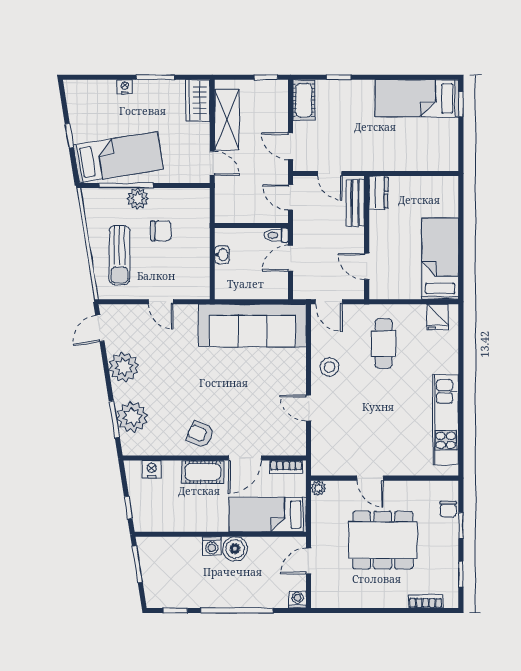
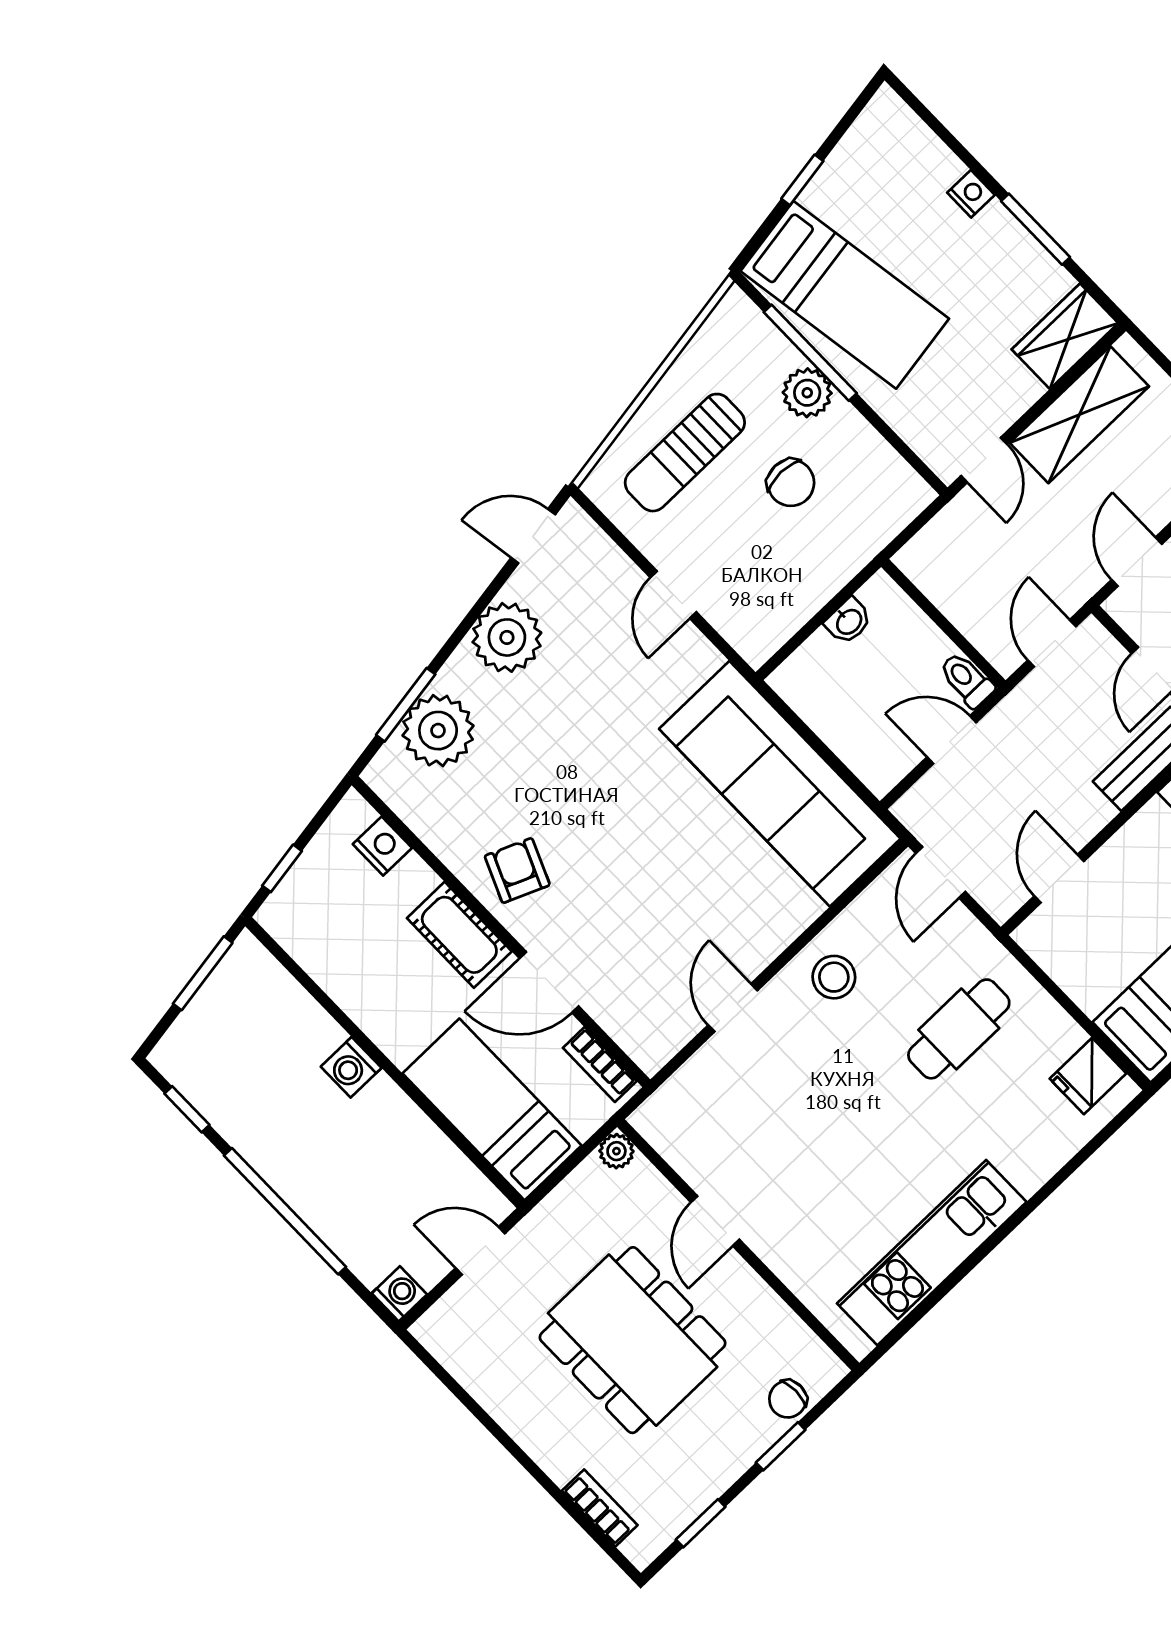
boiler: (235, 549) -> (383, 1110), removed

